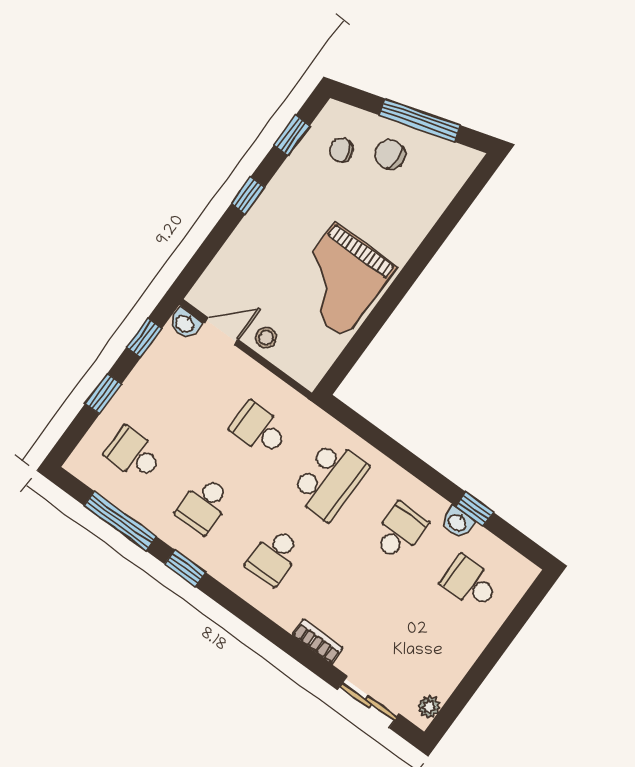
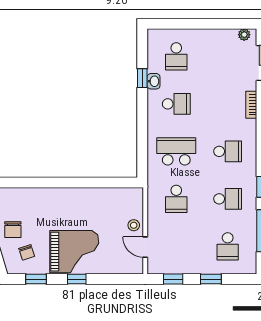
grand piano: (340, 280) -> (74, 252), moved
washbasin: (185, 323) -> (154, 266), removed
school desk: (400, 531) -> (176, 104), turned 180

